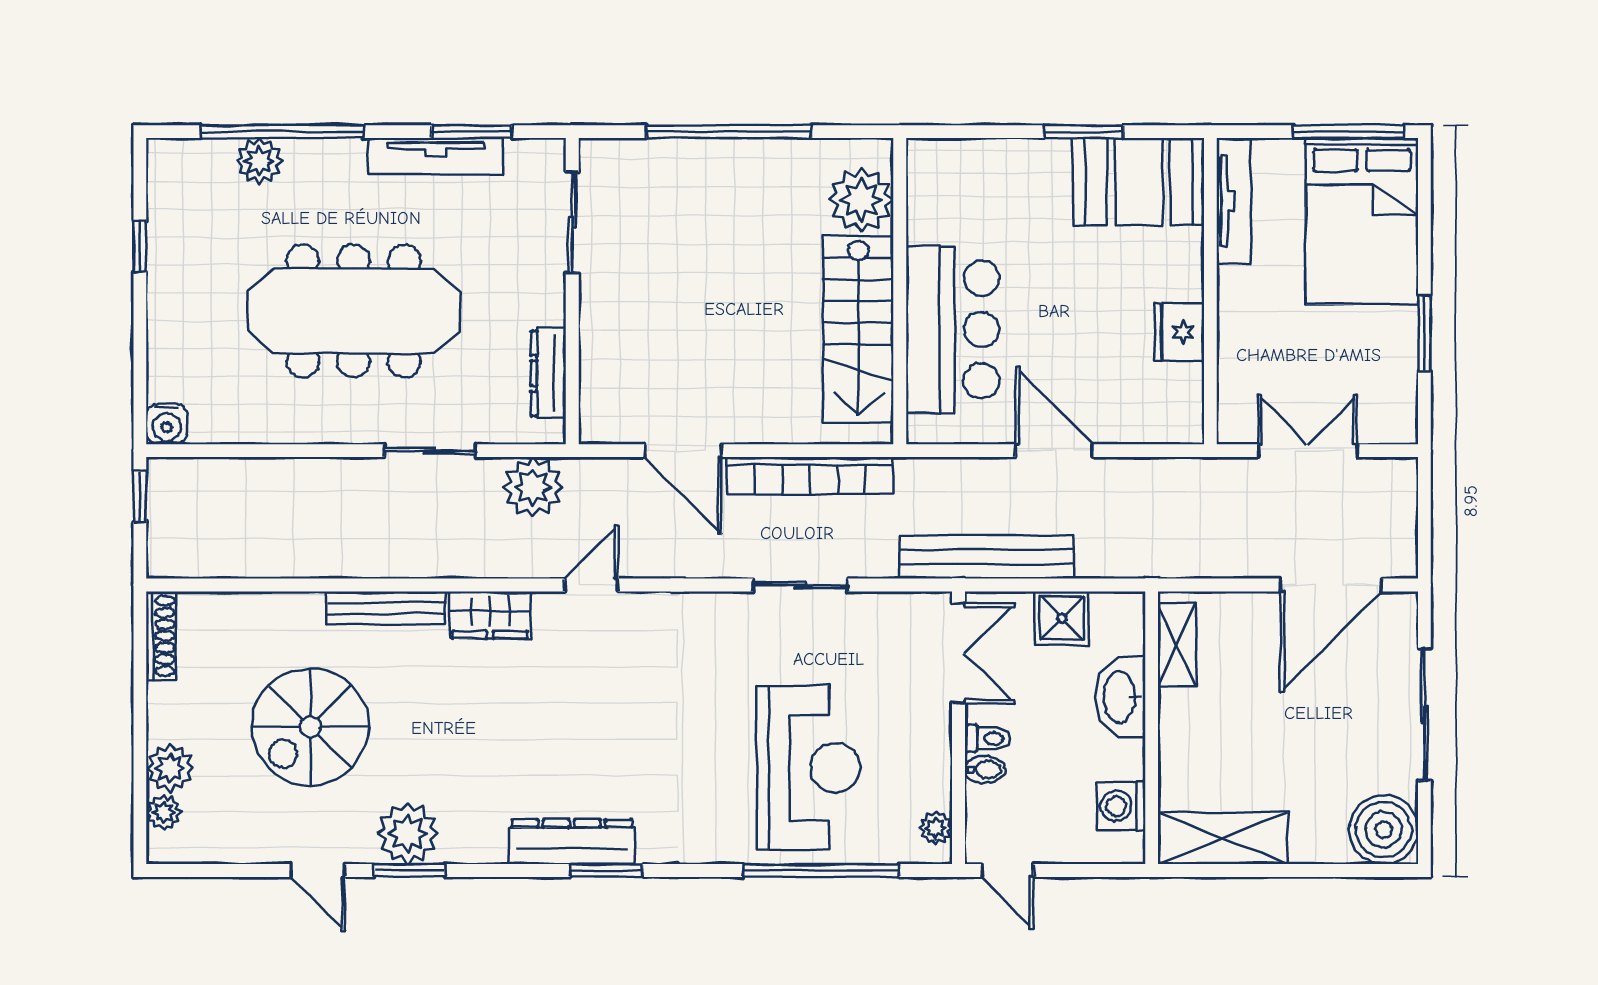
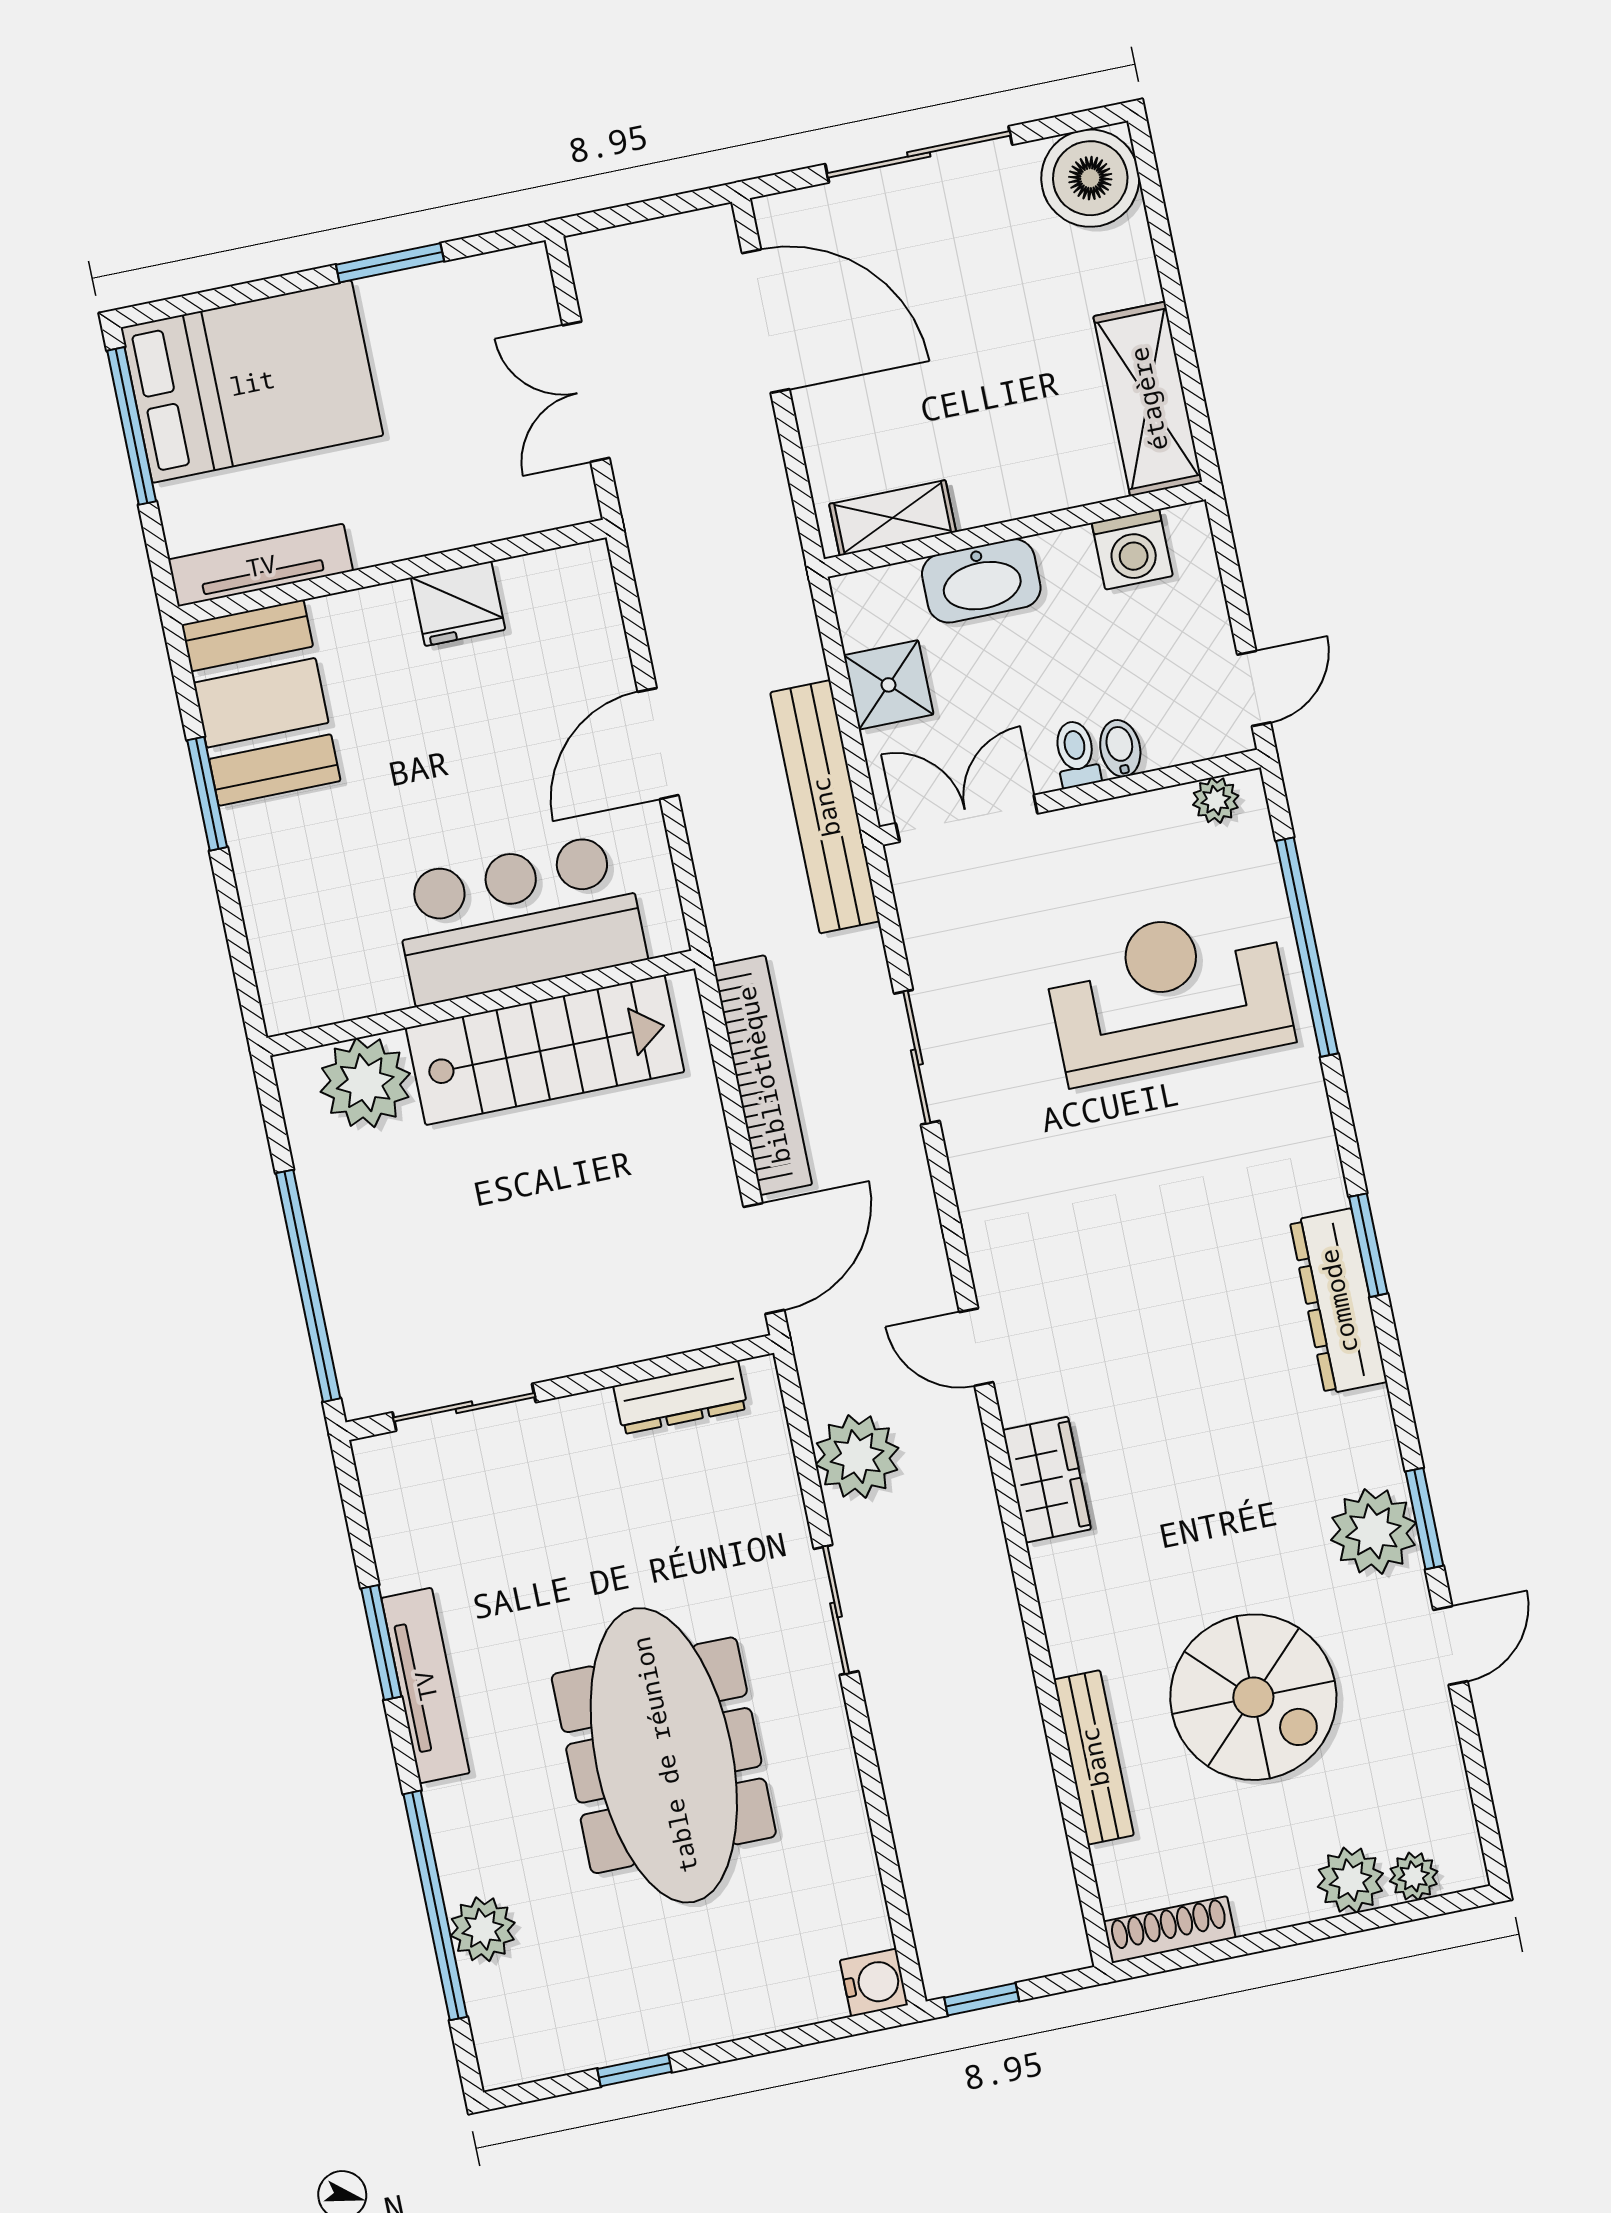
sliding door: (572, 222) -> (464, 1407), moved
wall: (572, 291) -> (560, 1388), moved
dresser: (548, 373) -> (680, 1397), moved
bench: (386, 608) -> (1094, 1757), moved

